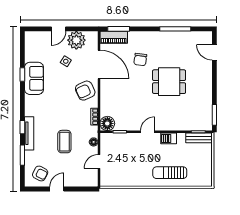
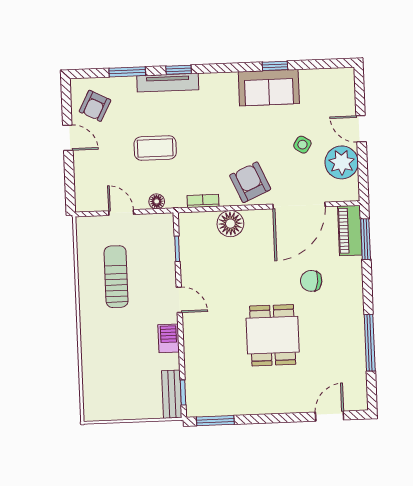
floor lamp: (107, 123) -> (230, 224), moved
sun lounger: (170, 173) -> (116, 277), moved

